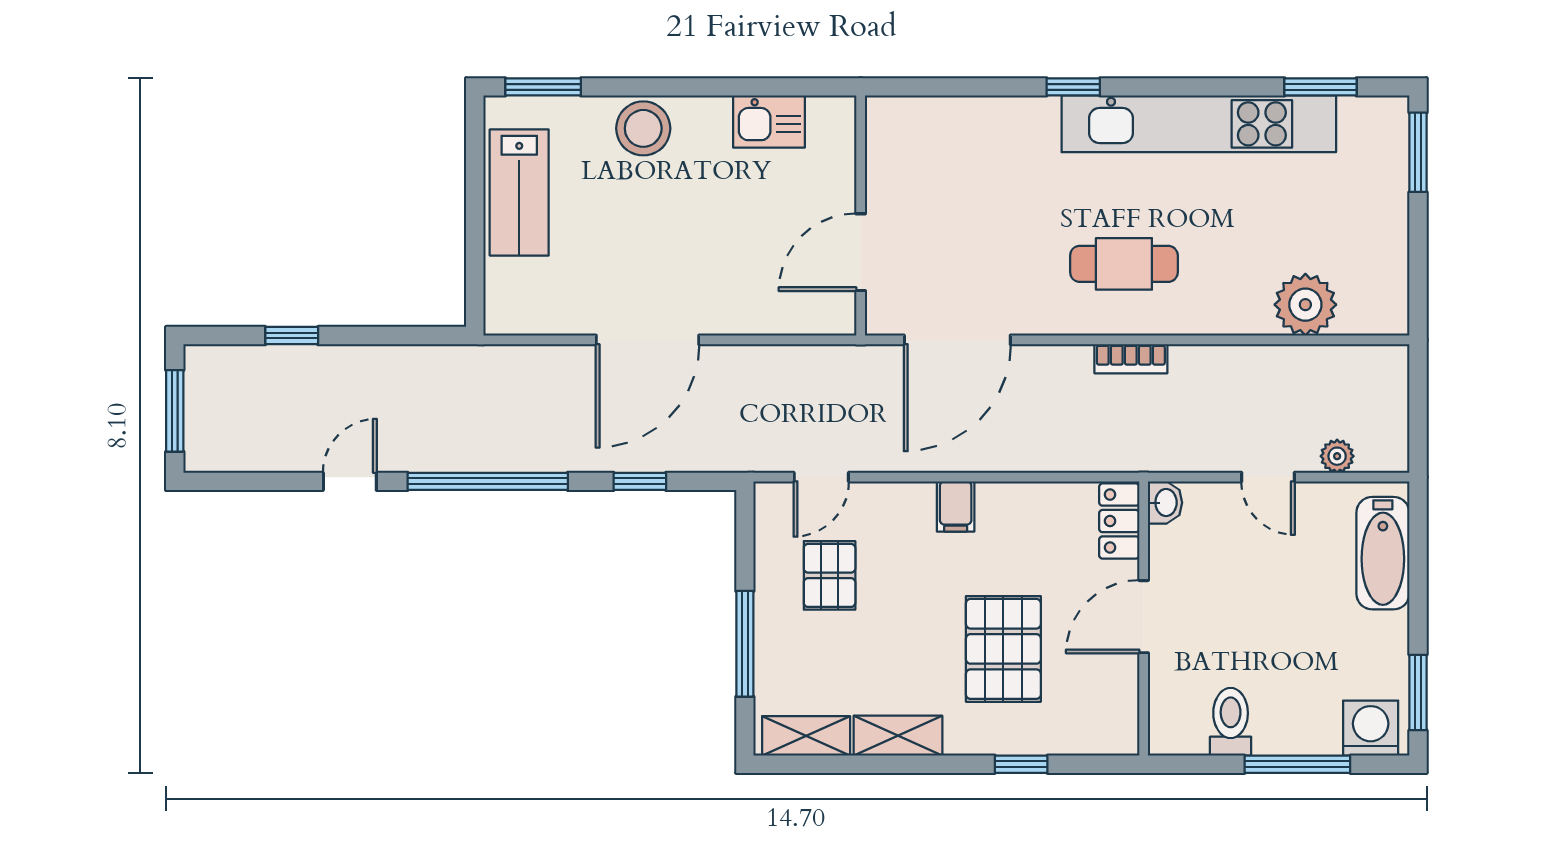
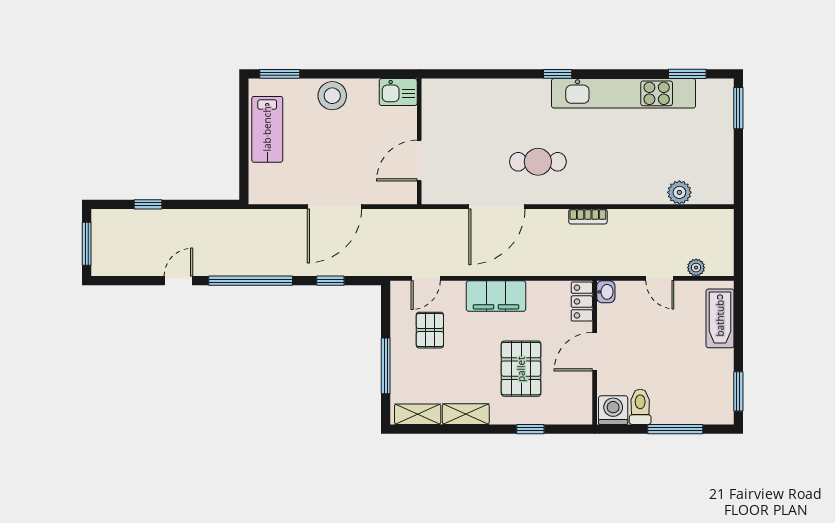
wall: (861, 216) -> (419, 141), moved
door: (861, 252) -> (419, 161), moved
cafe table: (1124, 264) -> (538, 162), moved
plant: (1305, 305) -> (679, 192), width x0.73, depth x0.73
filing cabinet: (956, 506) -> (496, 296), width x3.00, depth x1.17
washing machine: (1371, 728) -> (613, 410), moved

